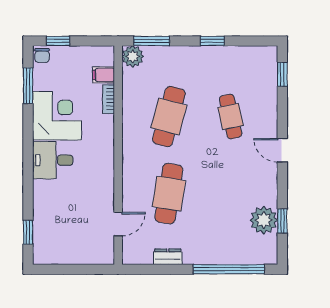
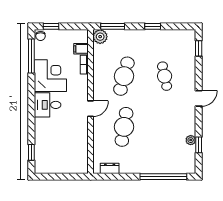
window: (28, 86) -> (31, 56), width x1.44
door: (282, 150) -> (199, 98), swing flipped
plant: (264, 220) -> (191, 140), width x0.53, depth x0.53
door: (118, 224) -> (91, 109), moved
dresser: (168, 257) -> (110, 168), moved

